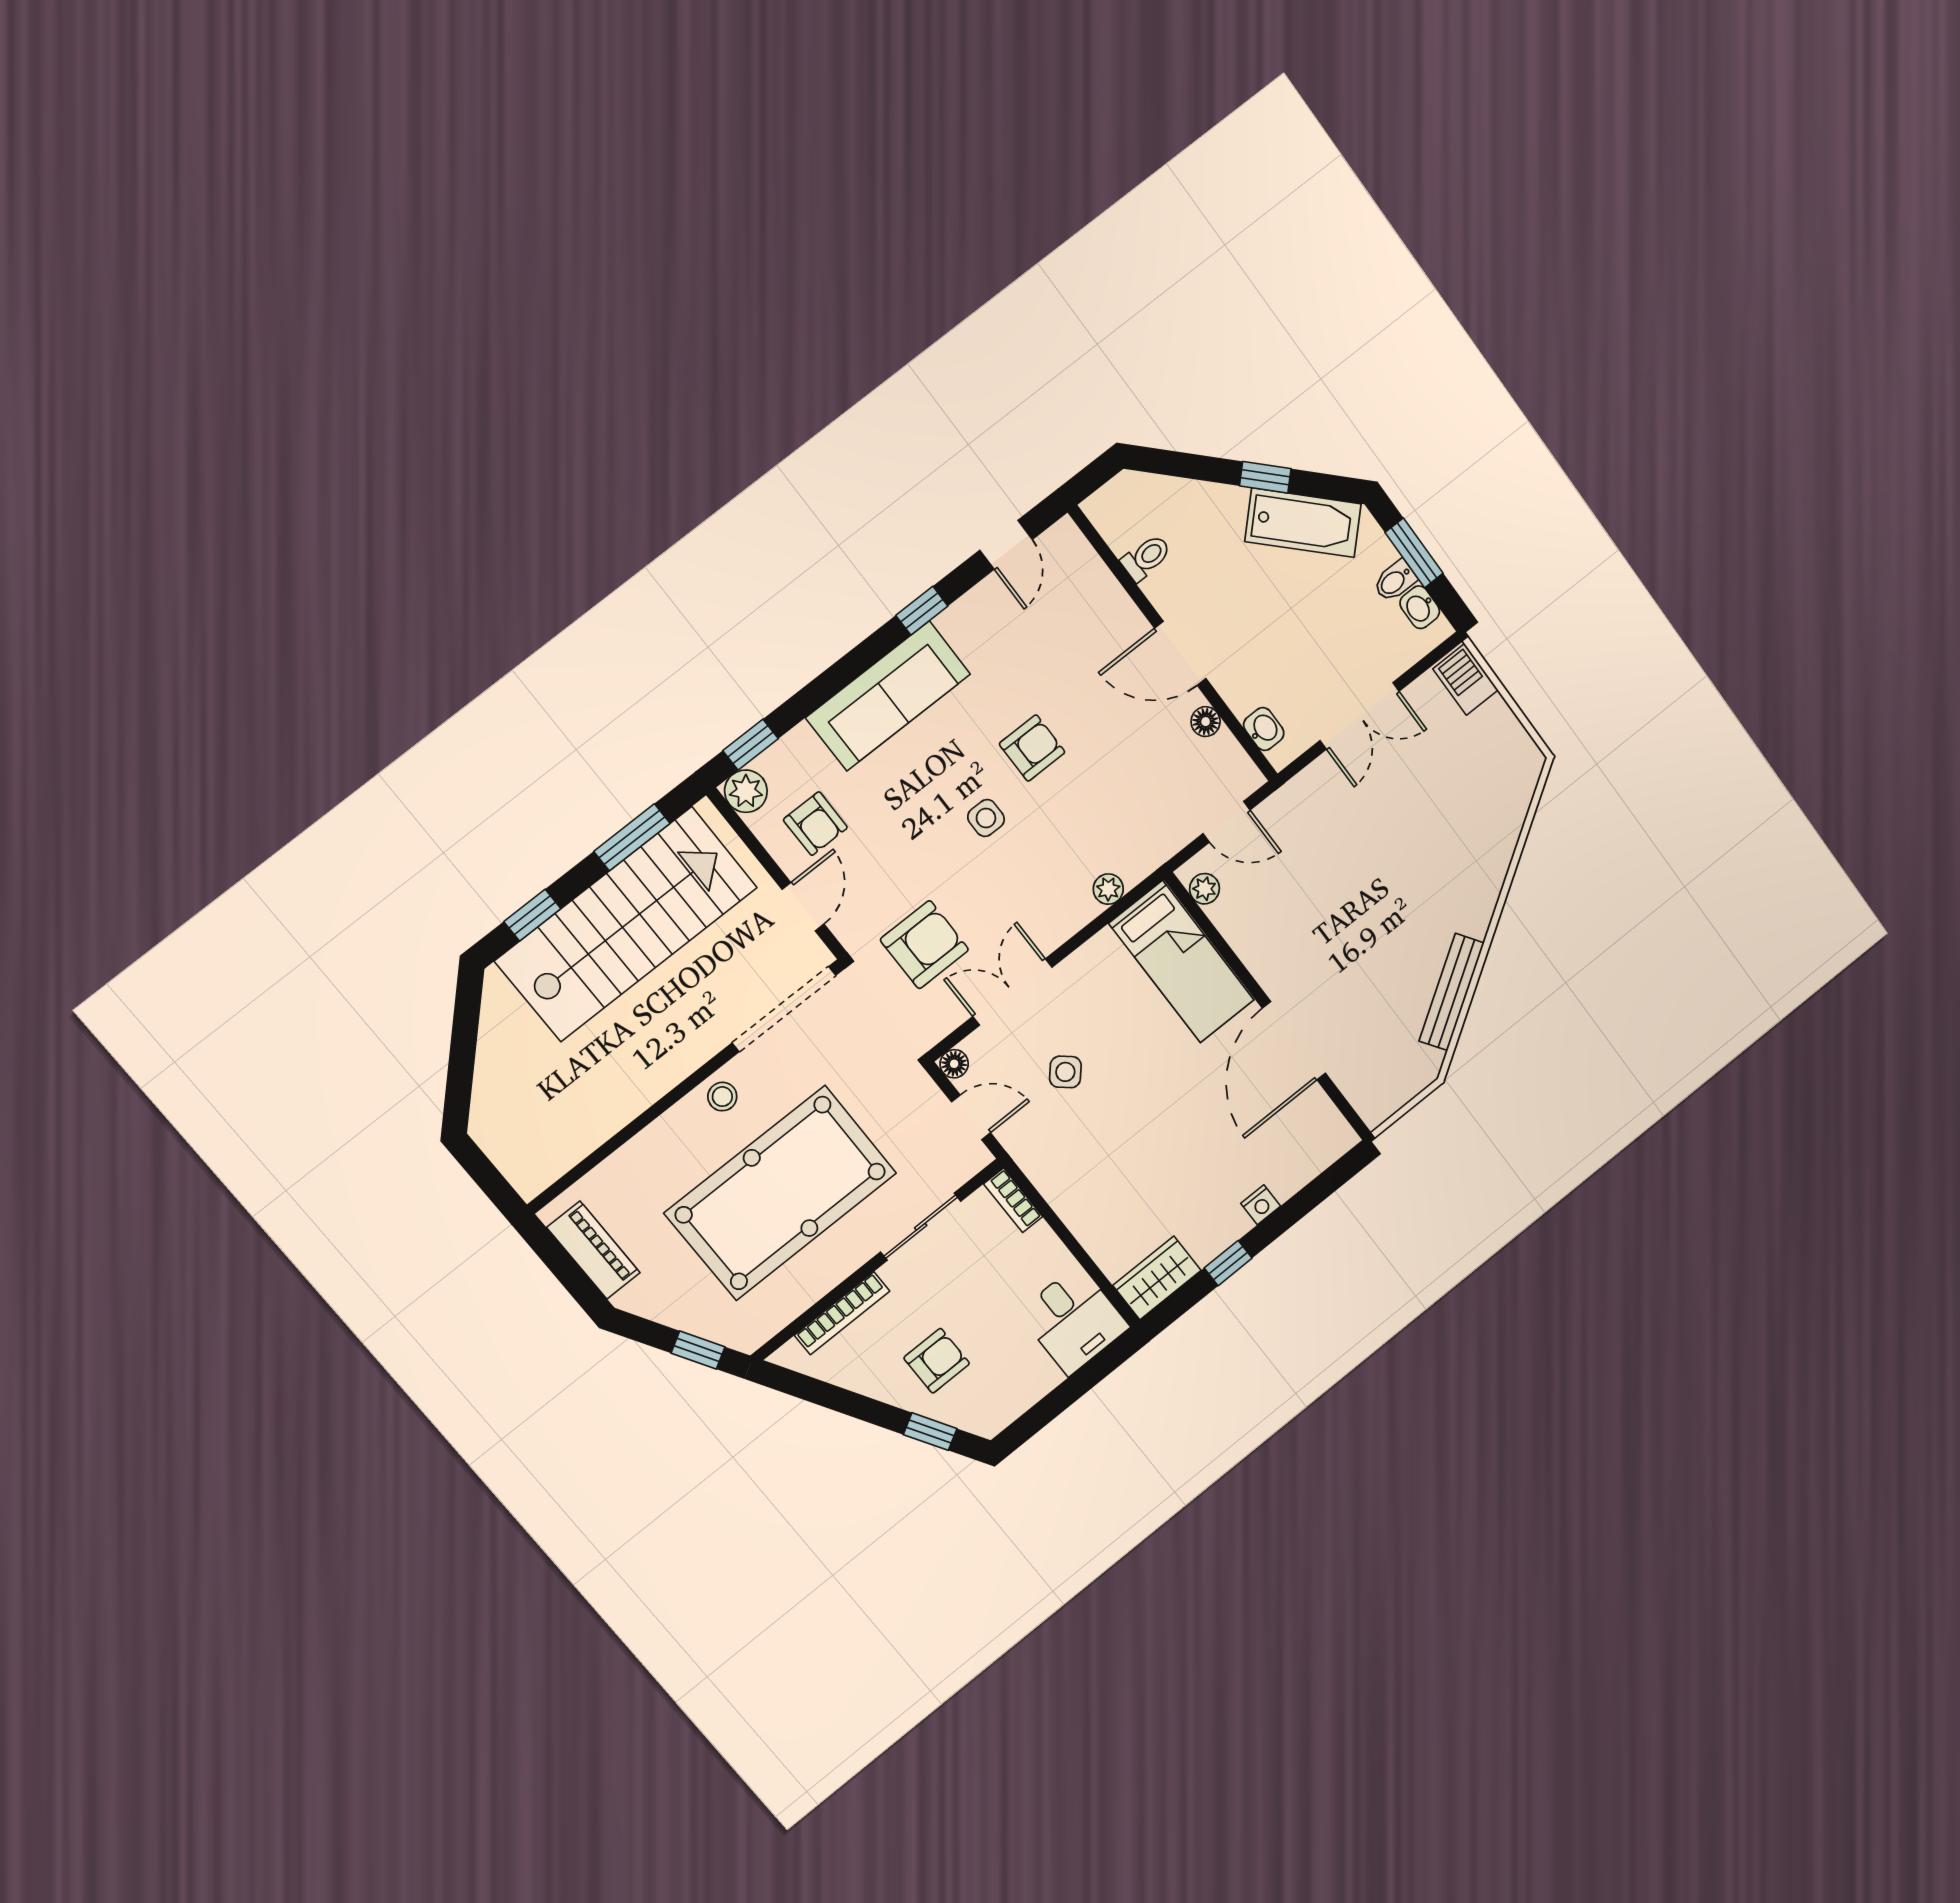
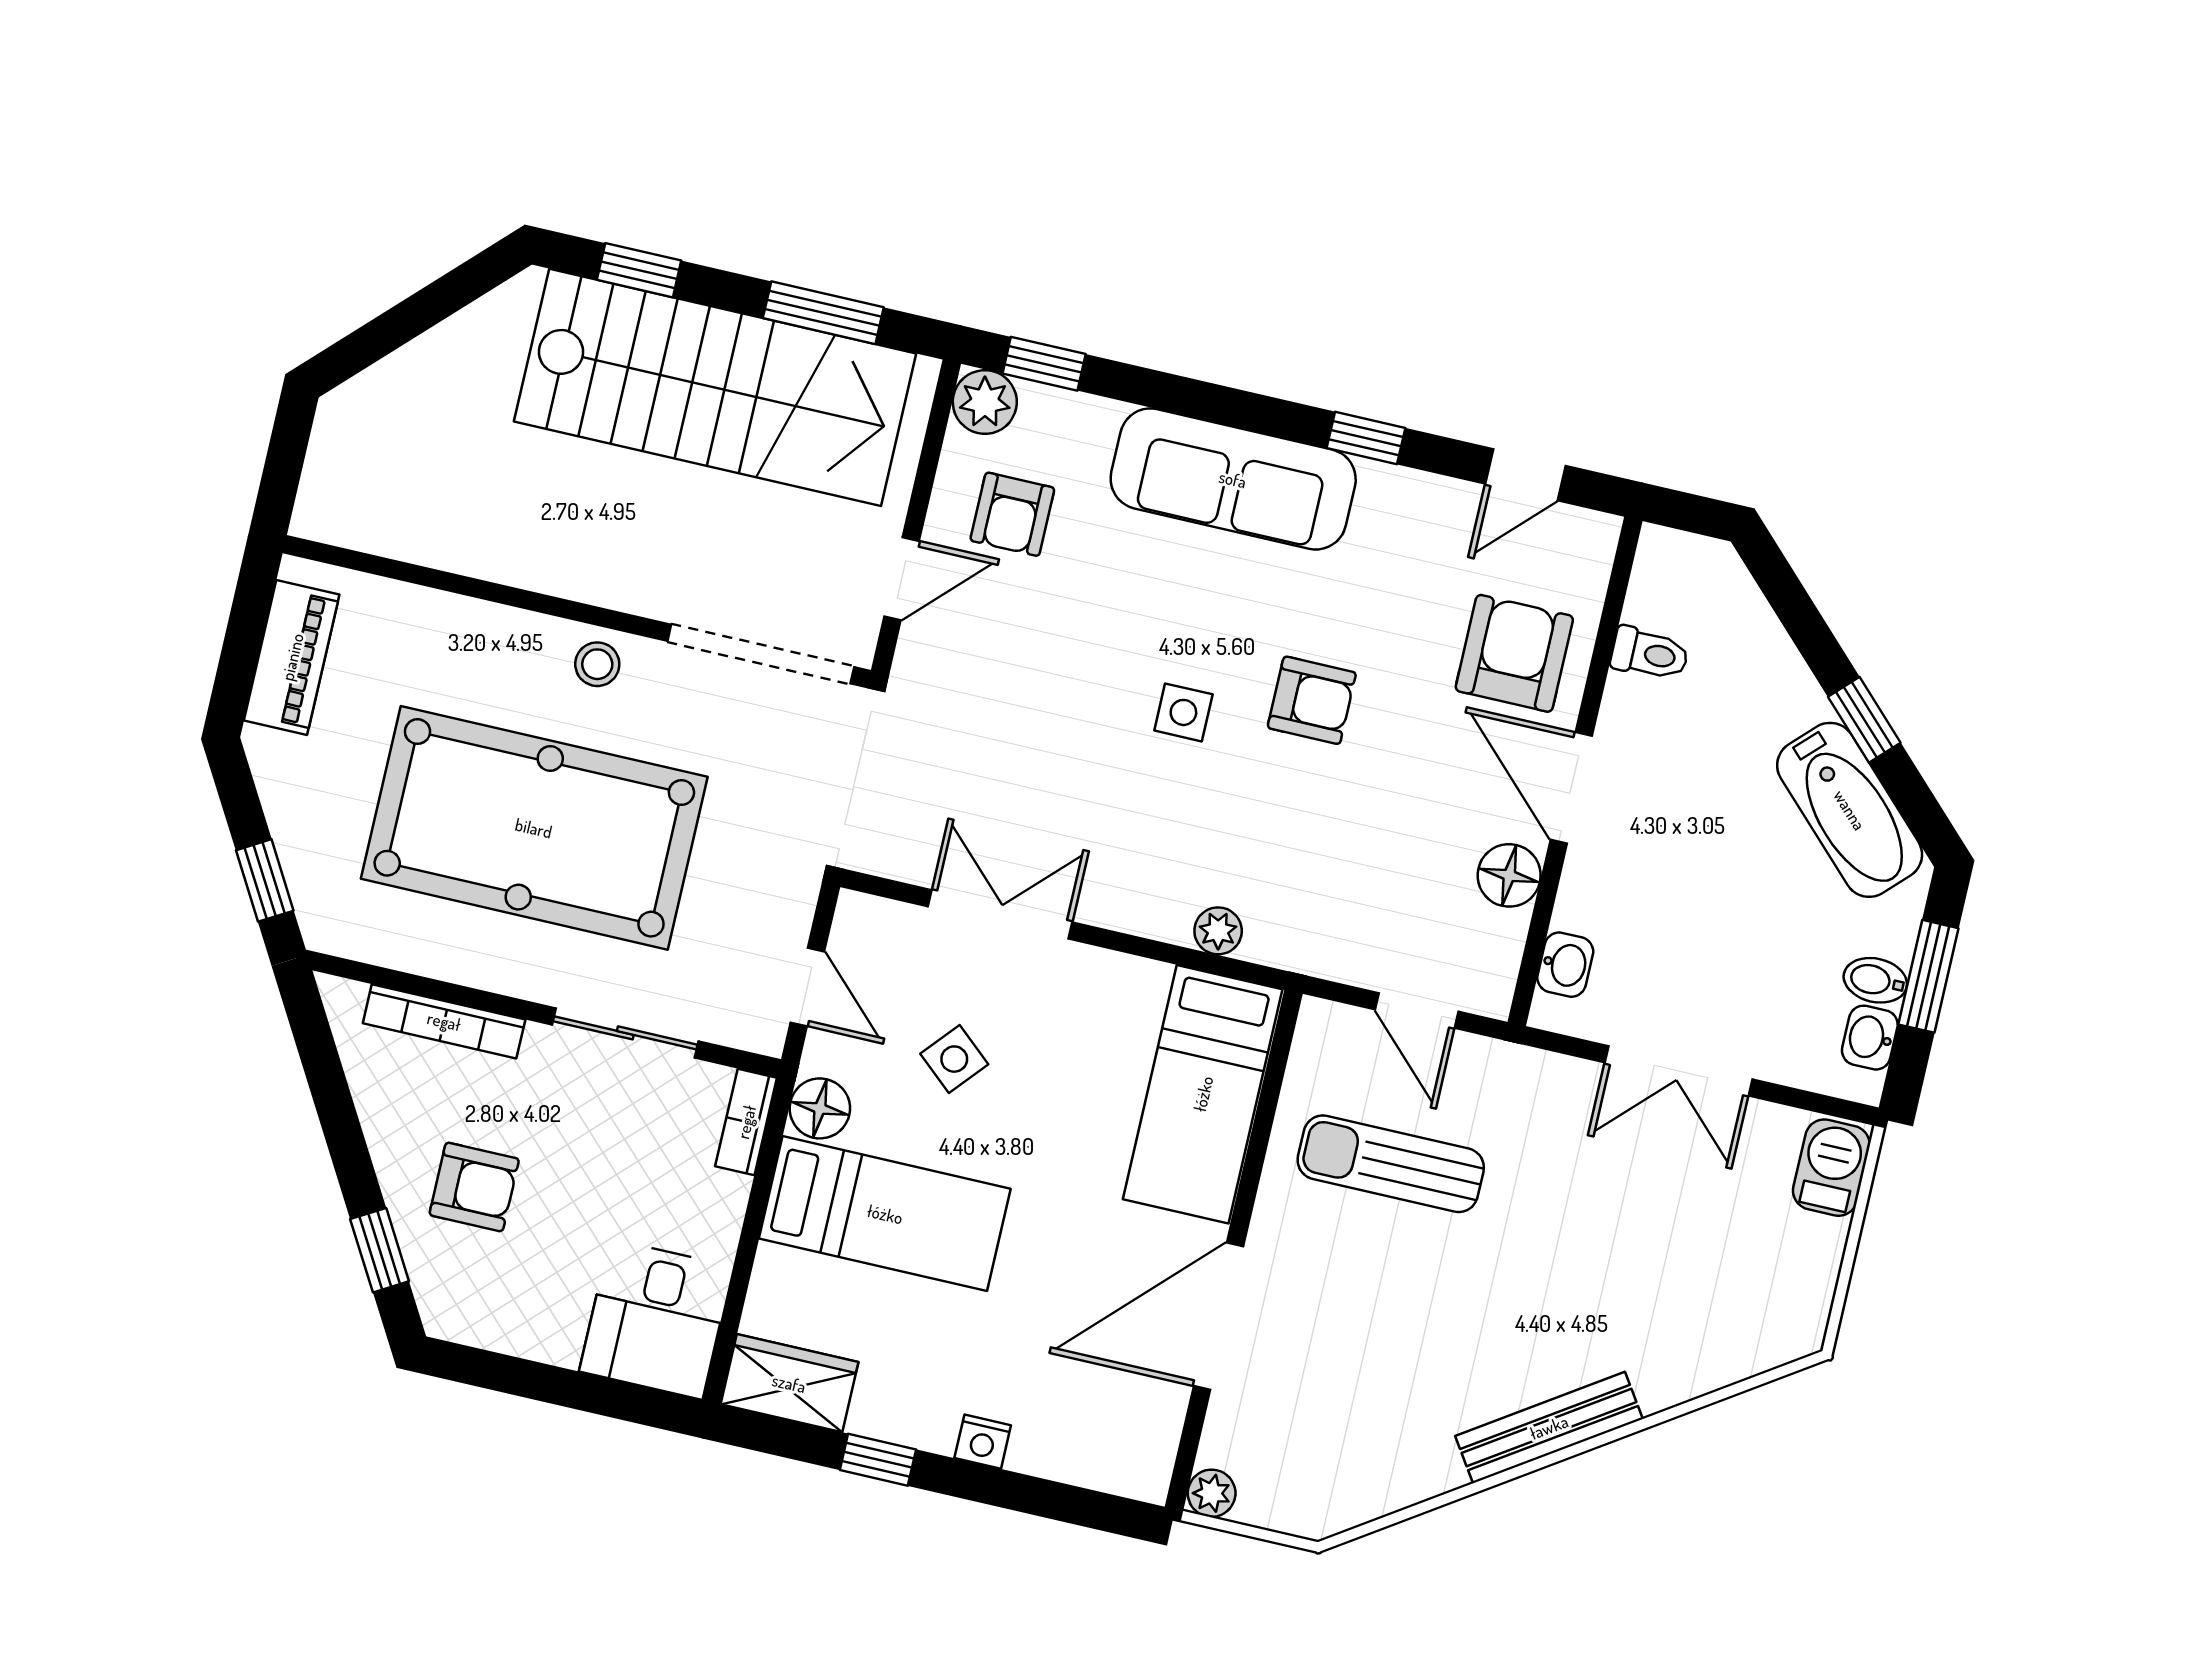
floor lamp: (1206, 722) -> (1509, 875), width x1.37, depth x1.37
plant: (1205, 889) -> (1212, 1493), moved
sun lounger: (1290, 896) -> (1391, 1164), added
armchair: (924, 945) -> (1514, 653), moved, turned -90
bench: (1452, 992) -> (1549, 1427), moved
floor lamp: (954, 1064) -> (820, 1108), moved, width x1.37, depth x1.37
bed: (1113, 1166) -> (885, 1214), added

